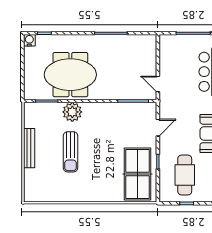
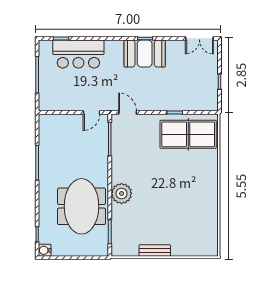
plant: (72, 112) -> (122, 193), moved
door: (158, 128) -> (128, 112), moved
bench: (29, 148) -> (155, 251), width x0.73
sun lounger: (71, 152) -> (164, 206), removed
cafe table: (185, 175) -> (189, 84), removed

